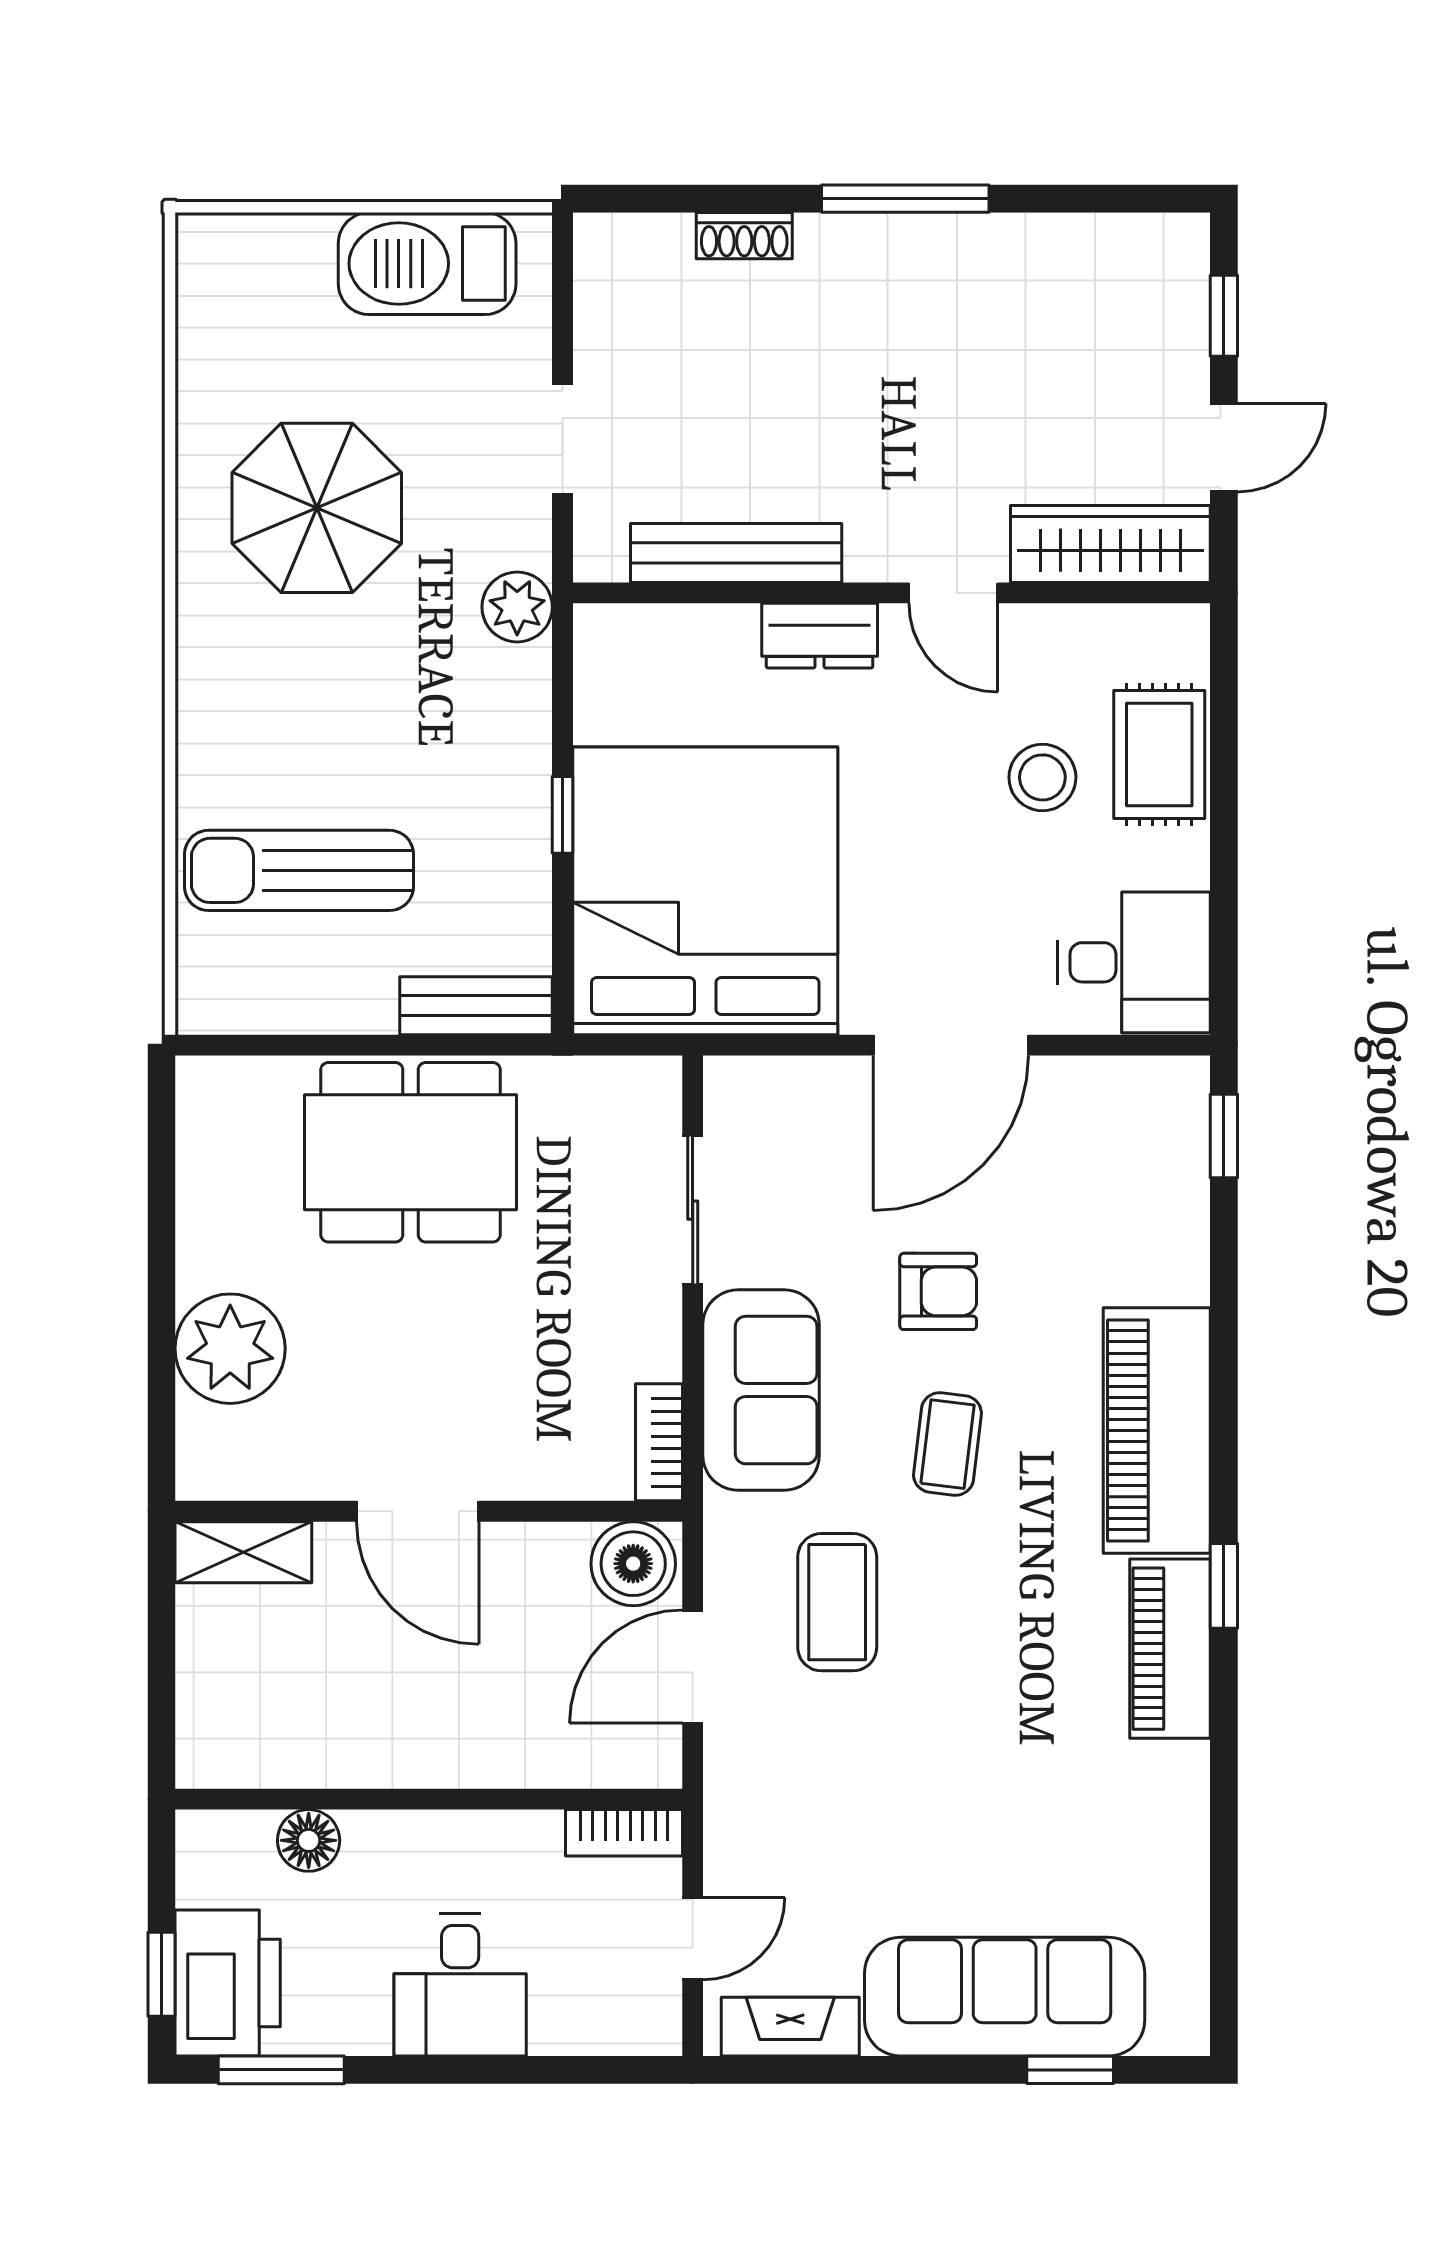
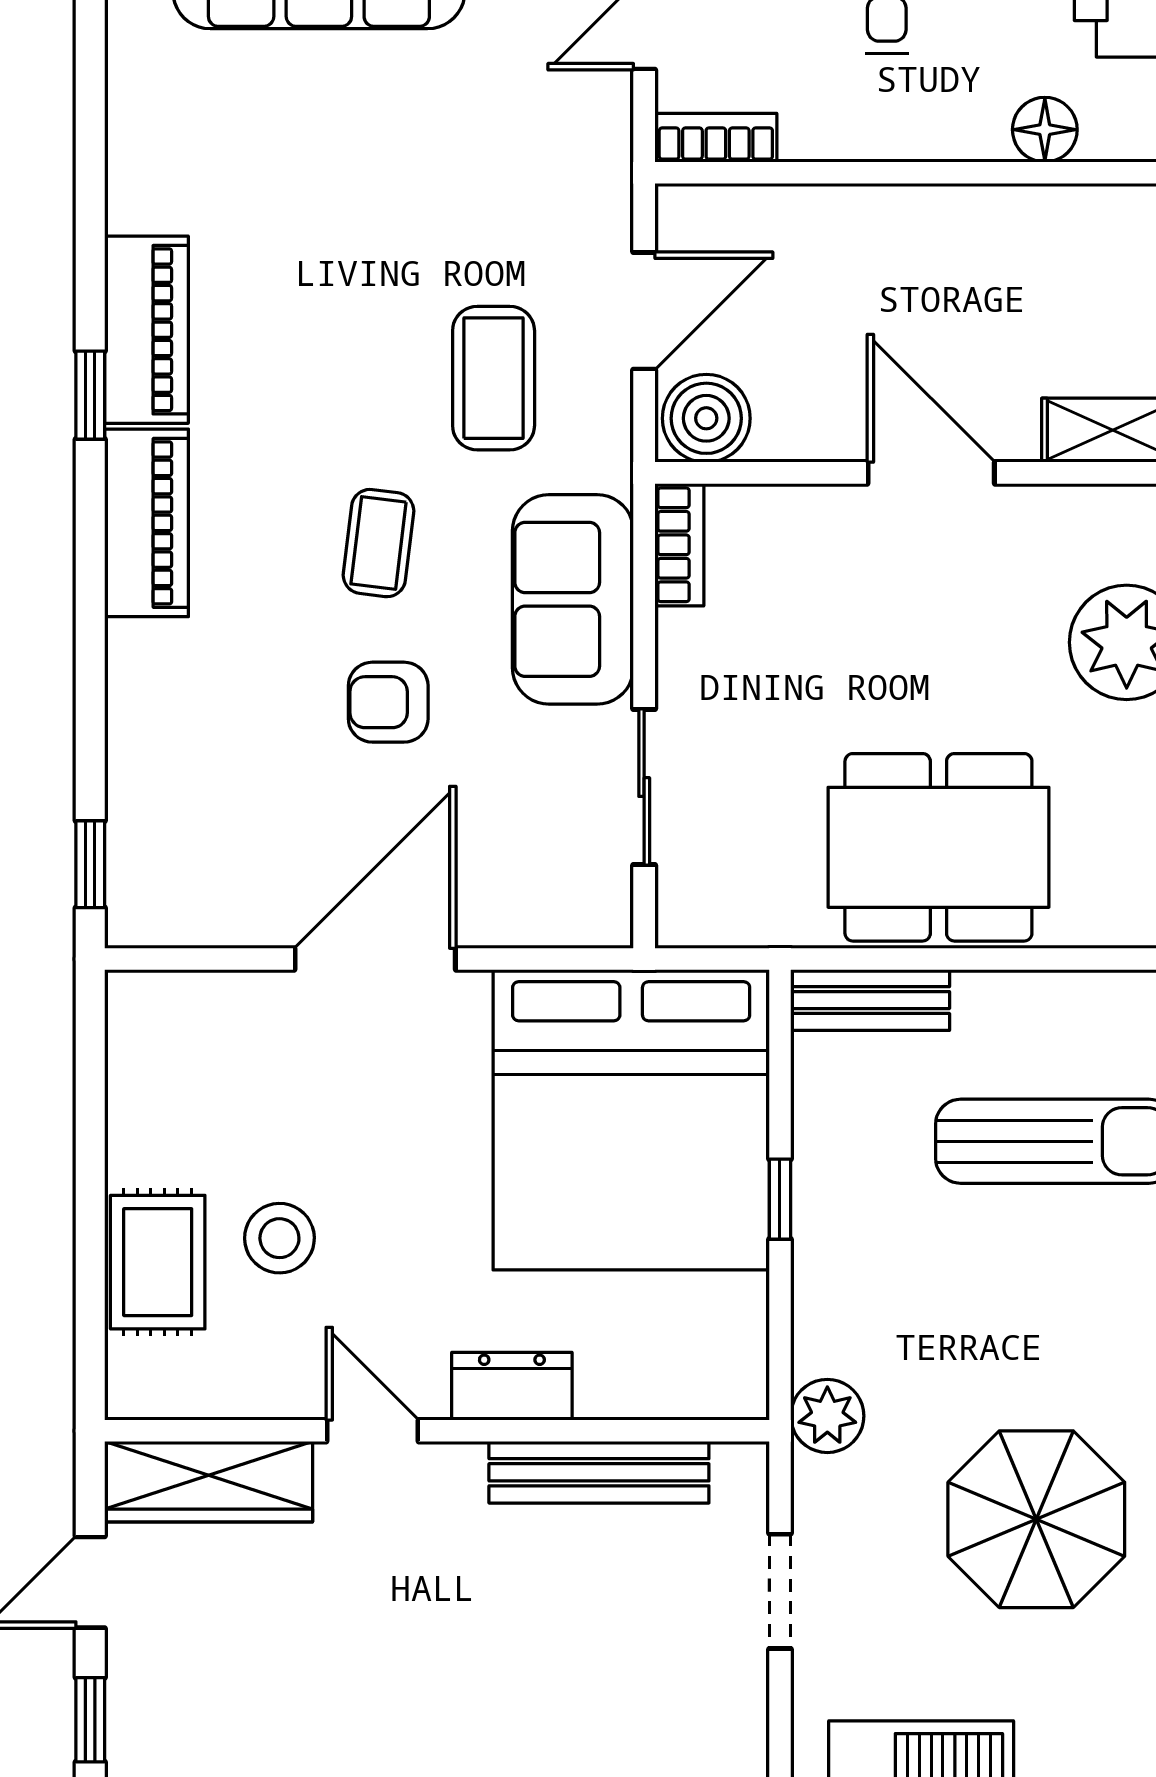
desk: (1134, 962) -> (184, 1045), removed
piano: (1157, 1430) -> (146, 523), width x0.73, depth x0.75

